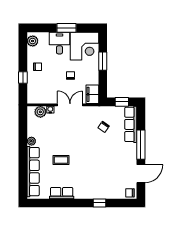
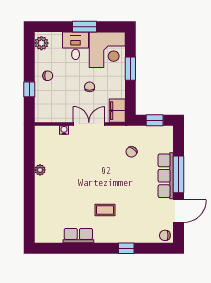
plant: (40, 112) -> (51, 133), removed
row of seats: (131, 124) -> (166, 176), moved
coffee table: (61, 160) -> (105, 210), moved
row of seats: (33, 172) -> (42, 209), removed

